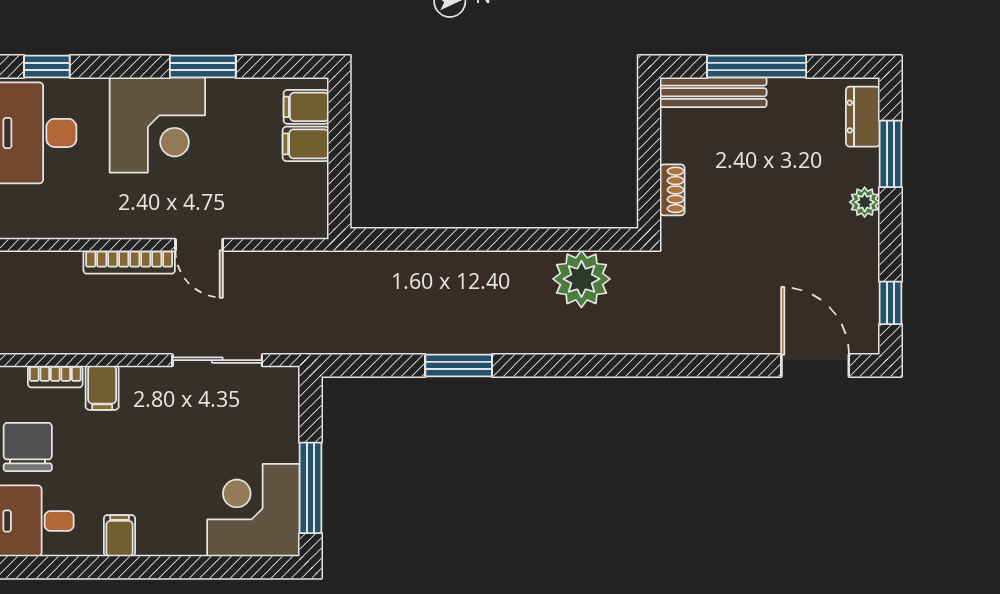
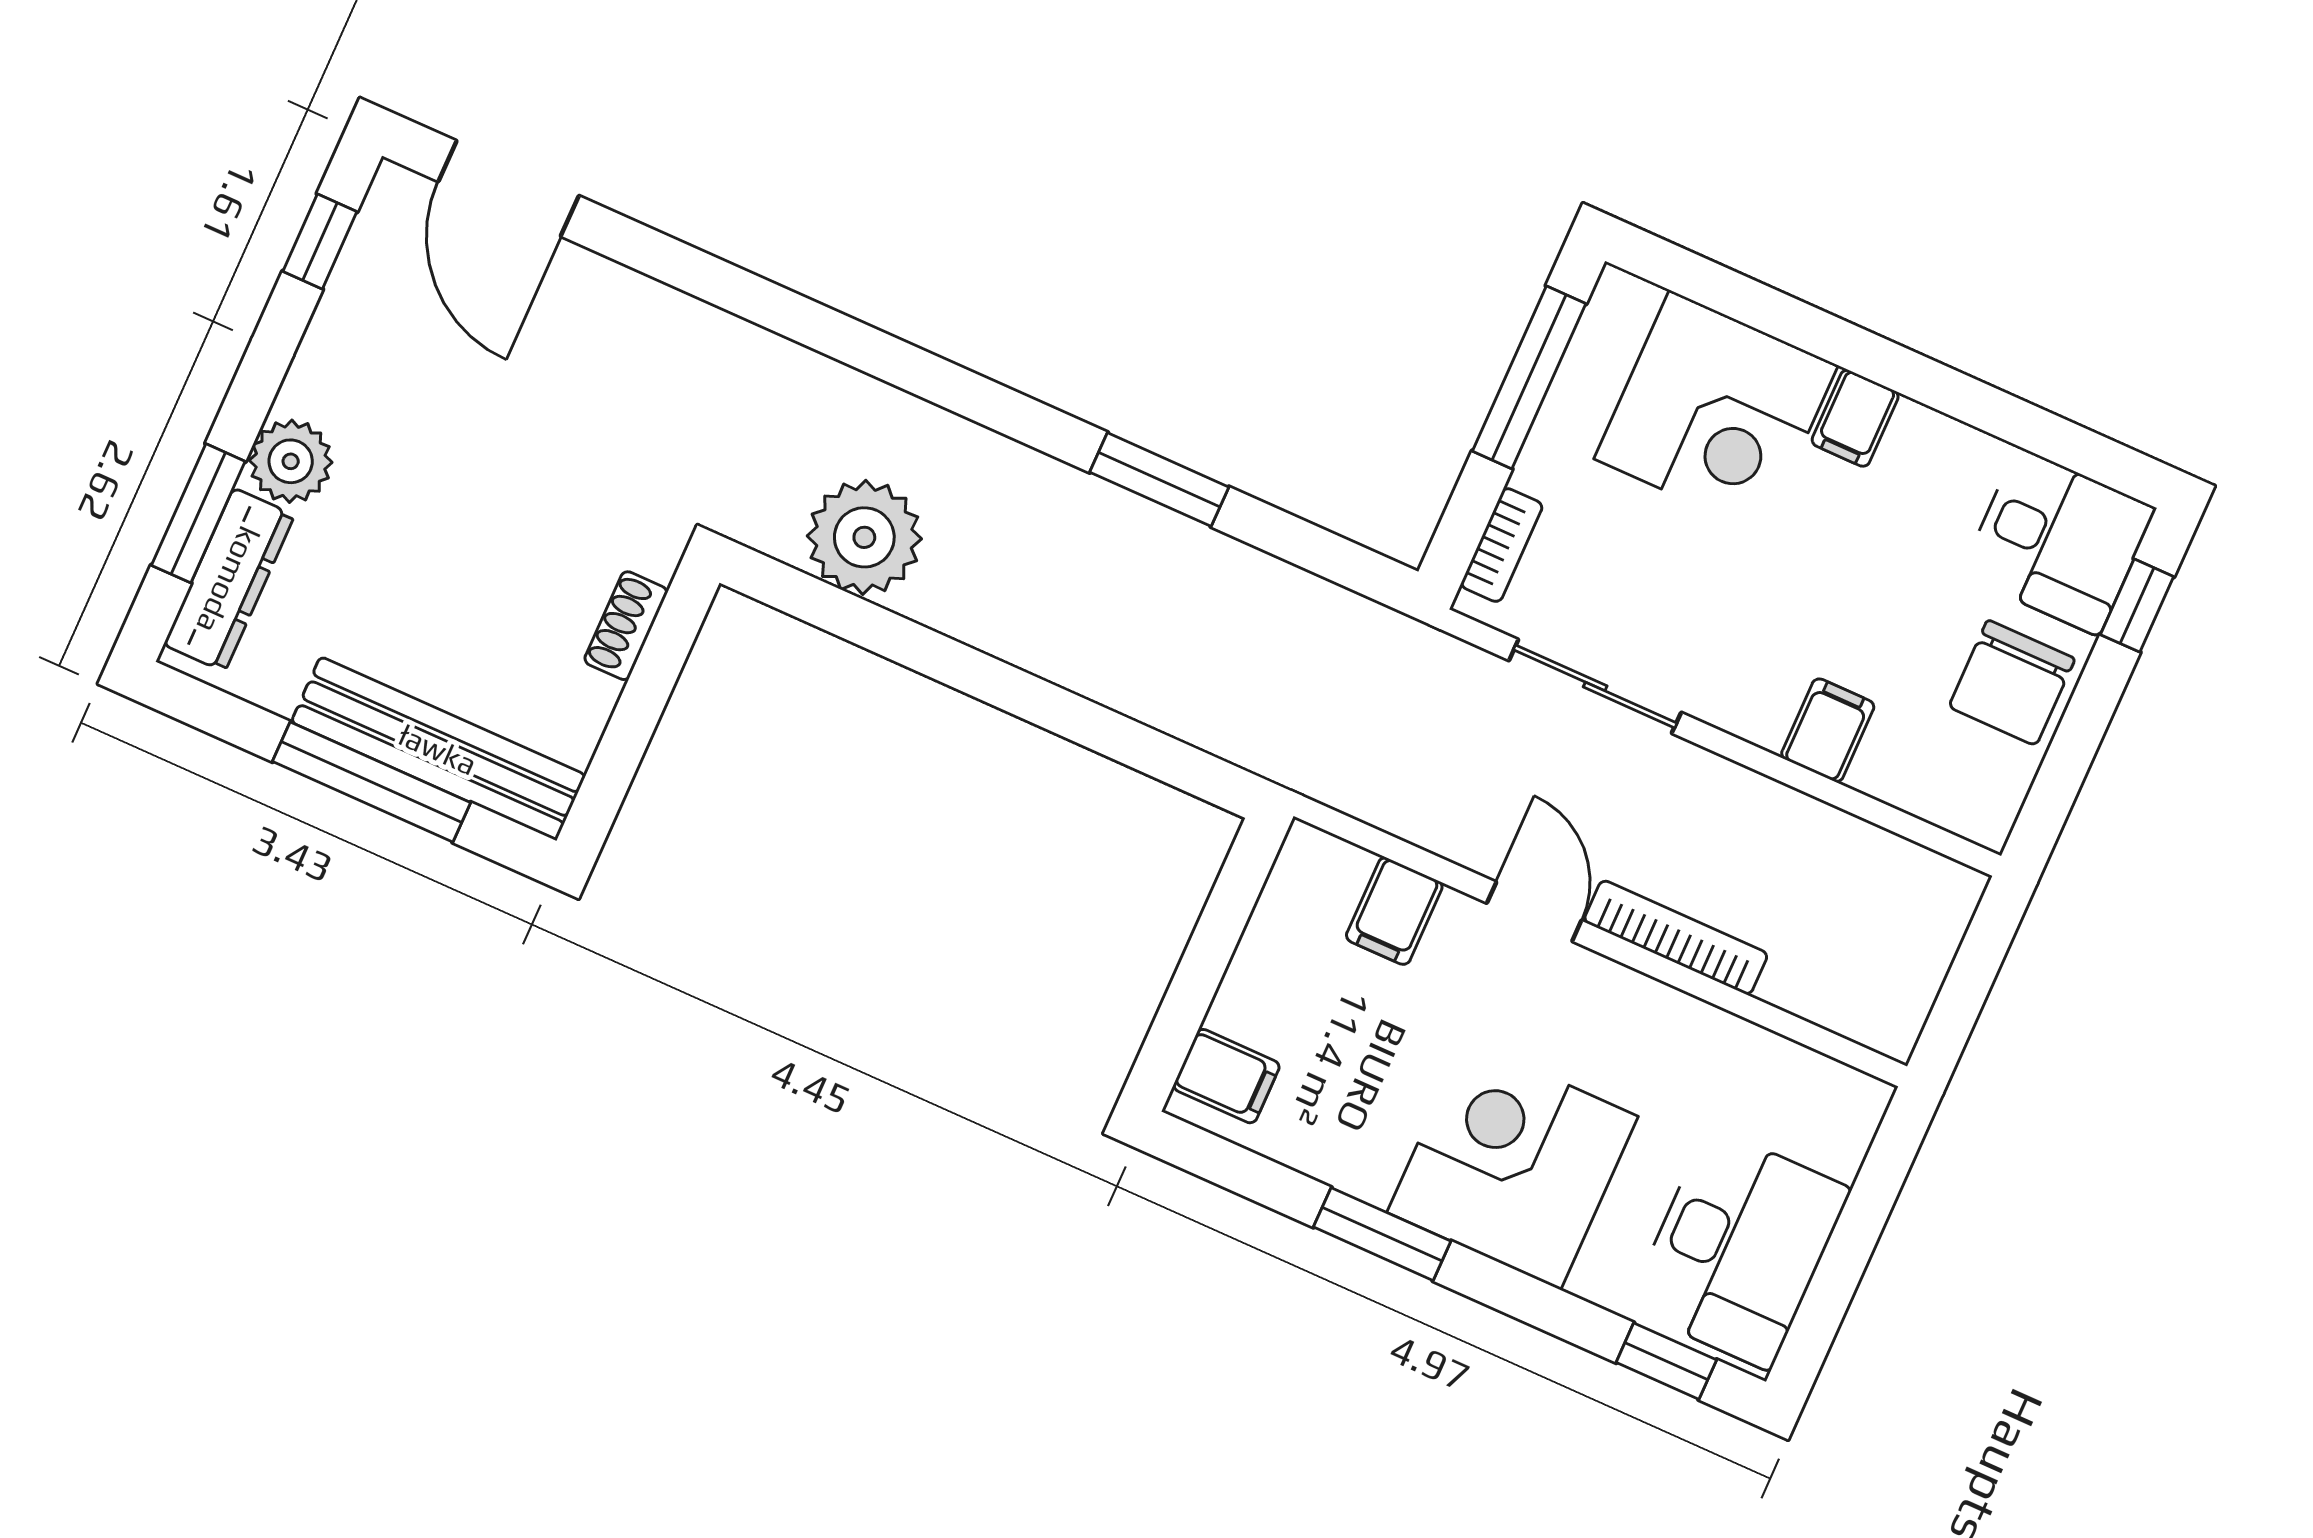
bench: (713, 92) -> (438, 749), width x1.37, depth x1.21
dresser: (863, 117) -> (229, 580), width x1.44
filing cabinet: (306, 144) -> (1394, 911), moved, turned 90
plant: (865, 202) -> (291, 461), width x1.38, depth x1.38
bookcase: (55, 376) -> (1502, 545), moved, turned 90
corner desk: (253, 510) -> (1716, 412), moved
filing cabinet: (119, 536) -> (1855, 418), moved

